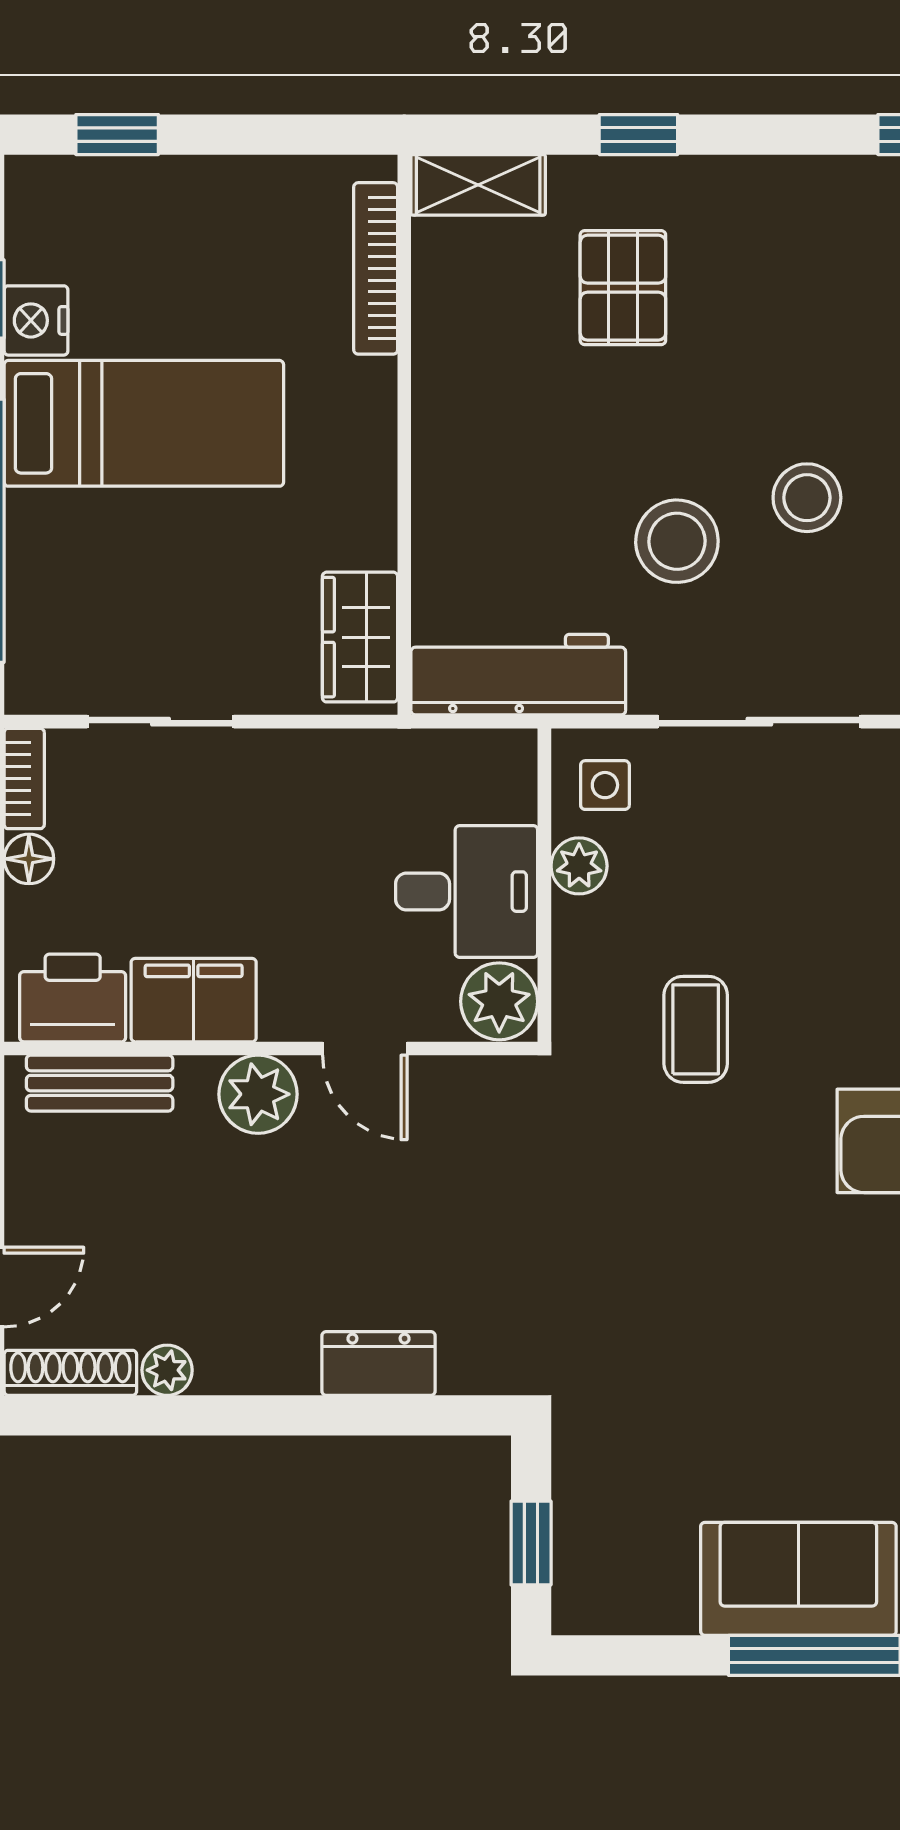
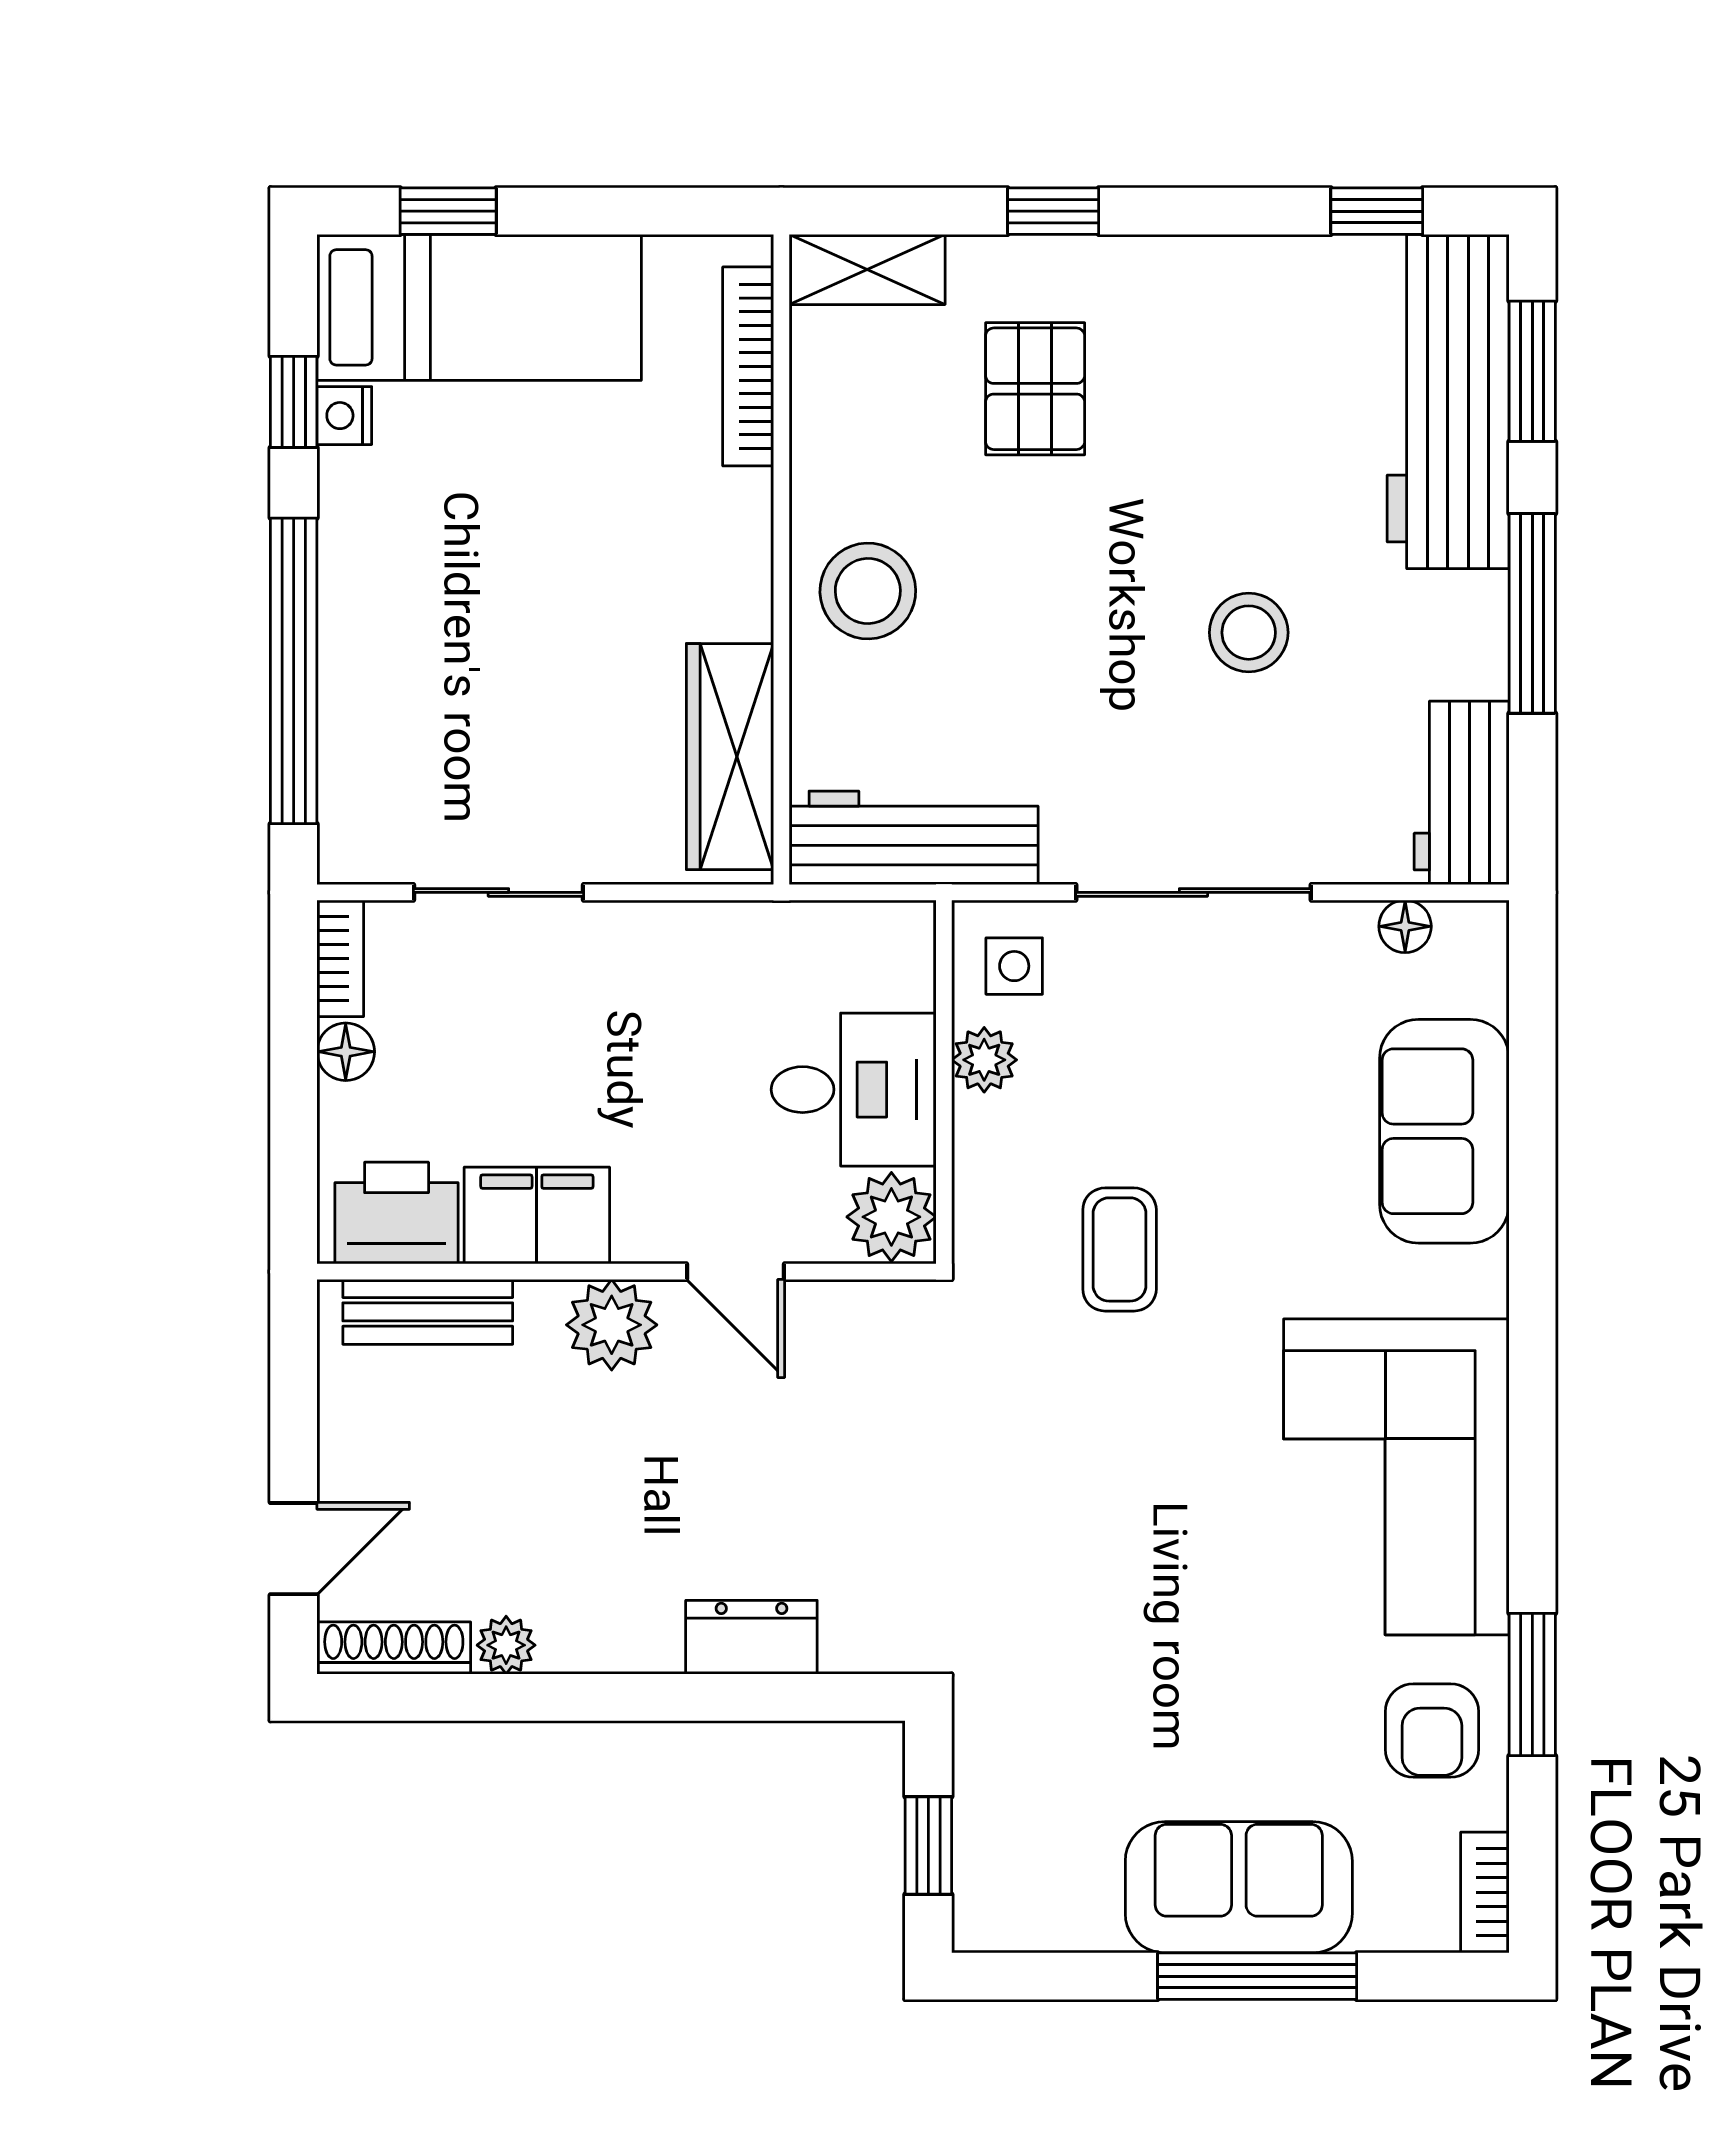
nightstand: (36, 320) -> (344, 416), width x0.72, depth x0.74
bed: (144, 423) -> (479, 307), moved
stool: (677, 541) -> (868, 591), moved
wardrobe: (360, 637) -> (730, 757), width x1.50

